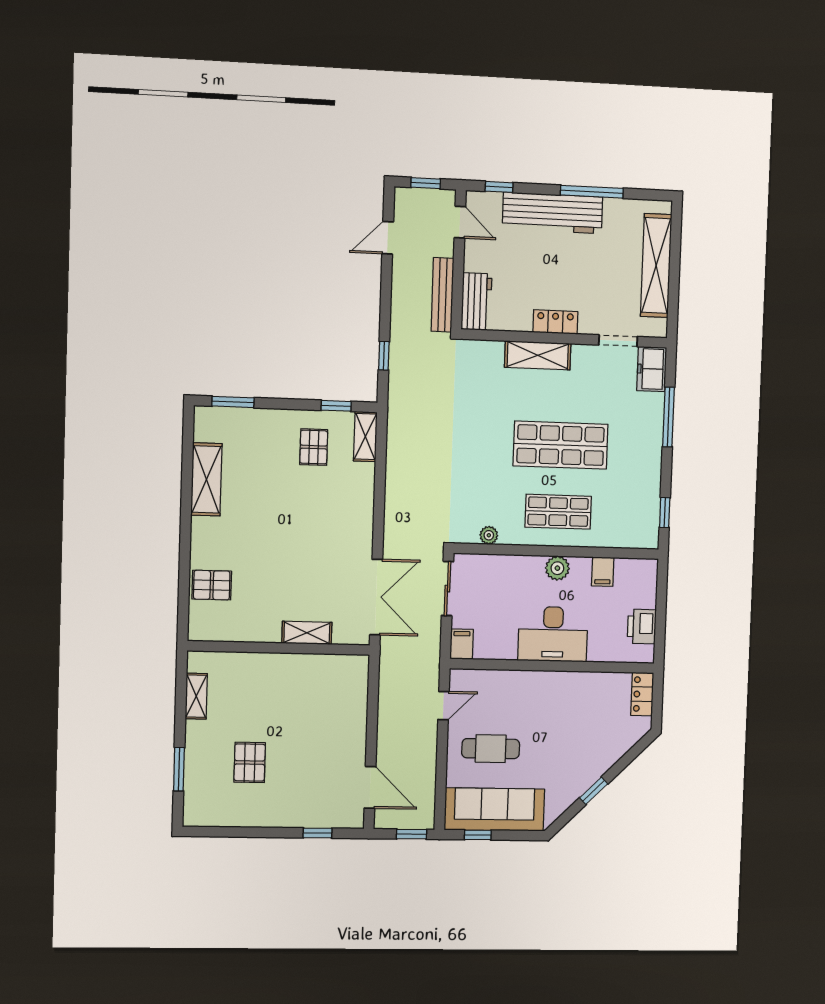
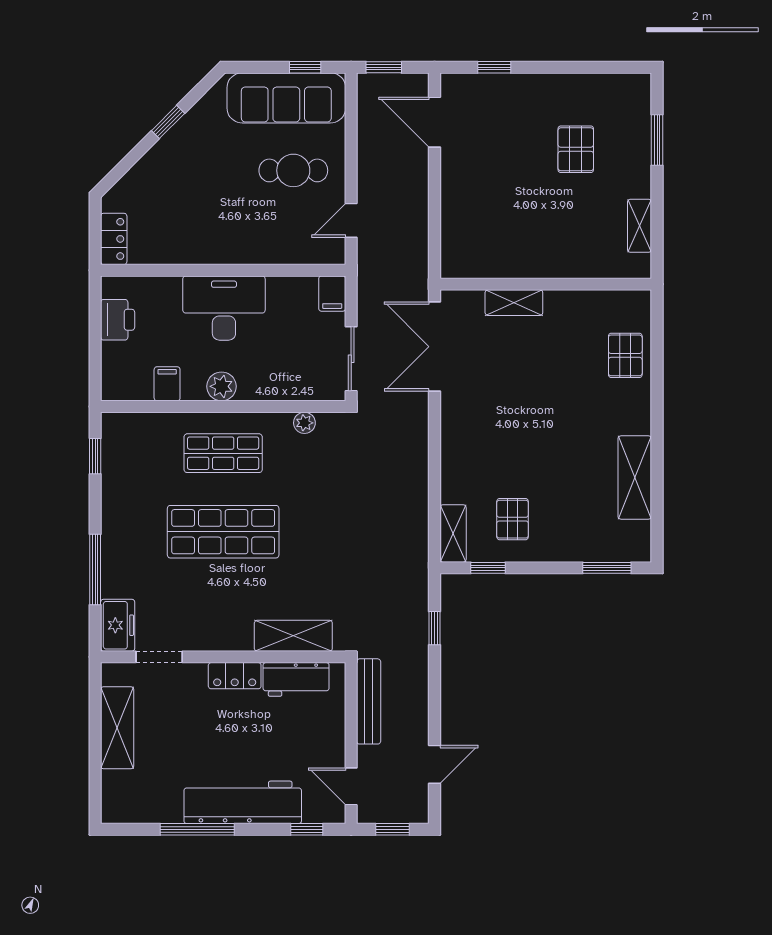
shelving: (656, 265) -> (117, 728), width x0.68
workbench: (476, 302) -> (296, 679), moved, turned -90
shelving: (538, 355) -> (293, 636), moved
pallet: (212, 585) -> (625, 355), turned 90

